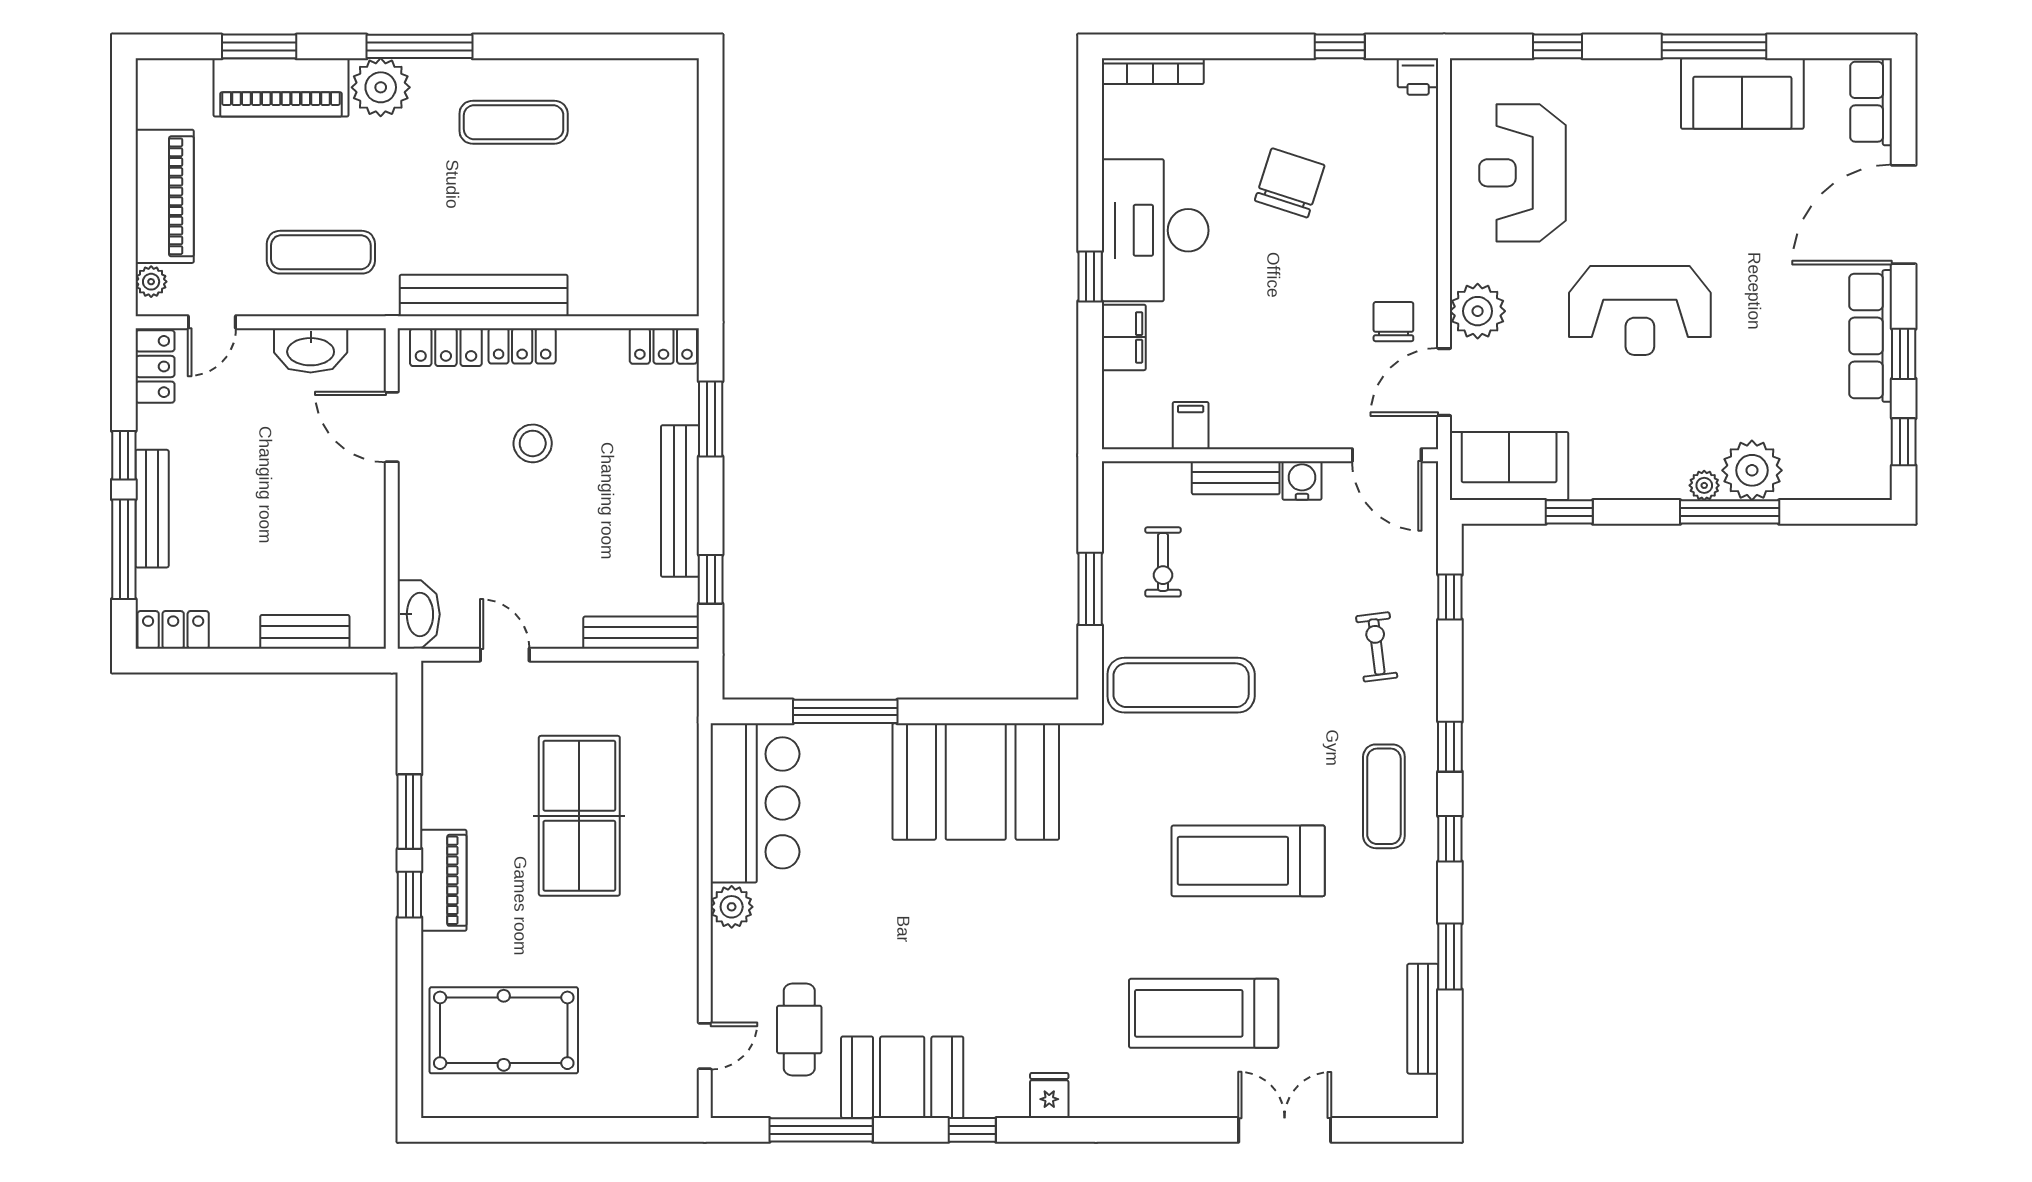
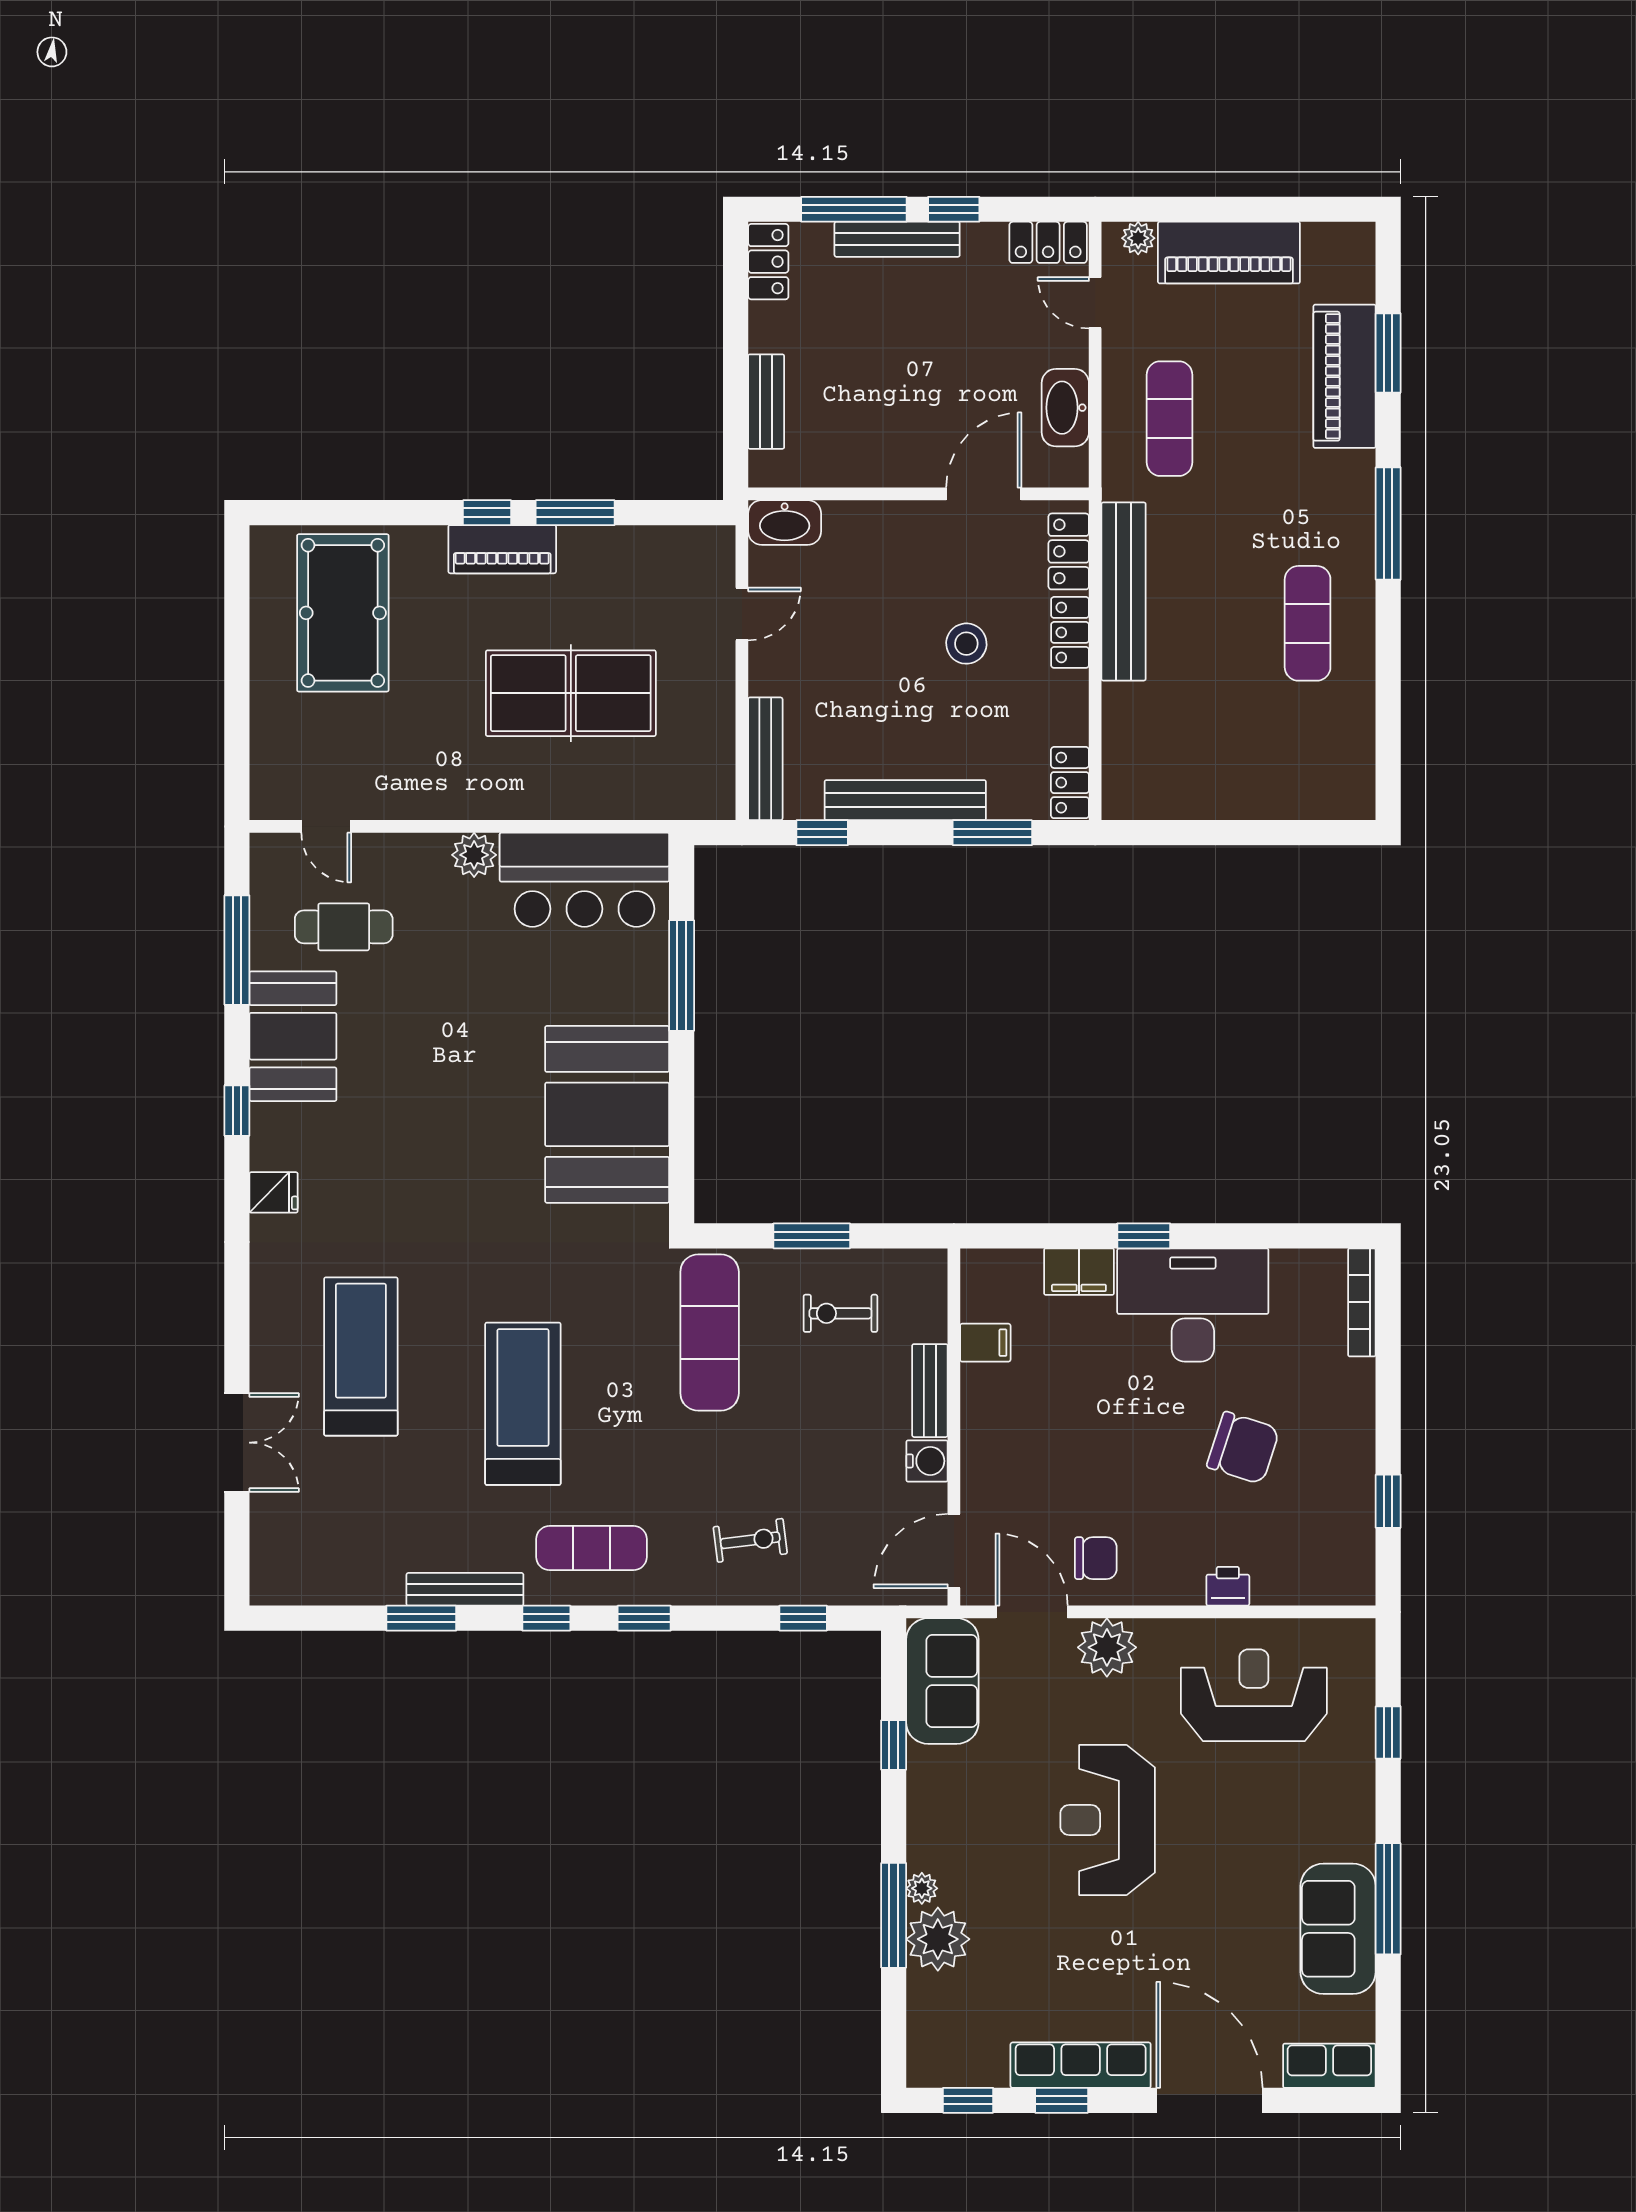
printer: (1418, 76) -> (1228, 1586), moved, turned 90
plant: (381, 87) -> (1345, 482), removed
bench: (1423, 1019) -> (465, 1589), moved

